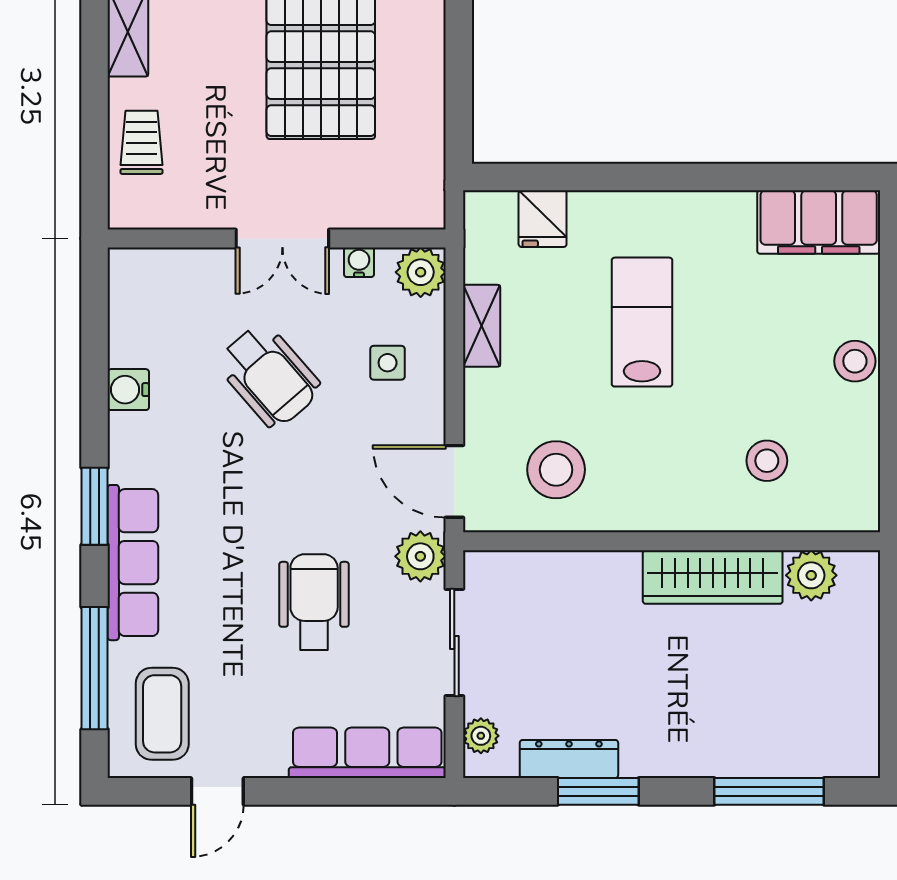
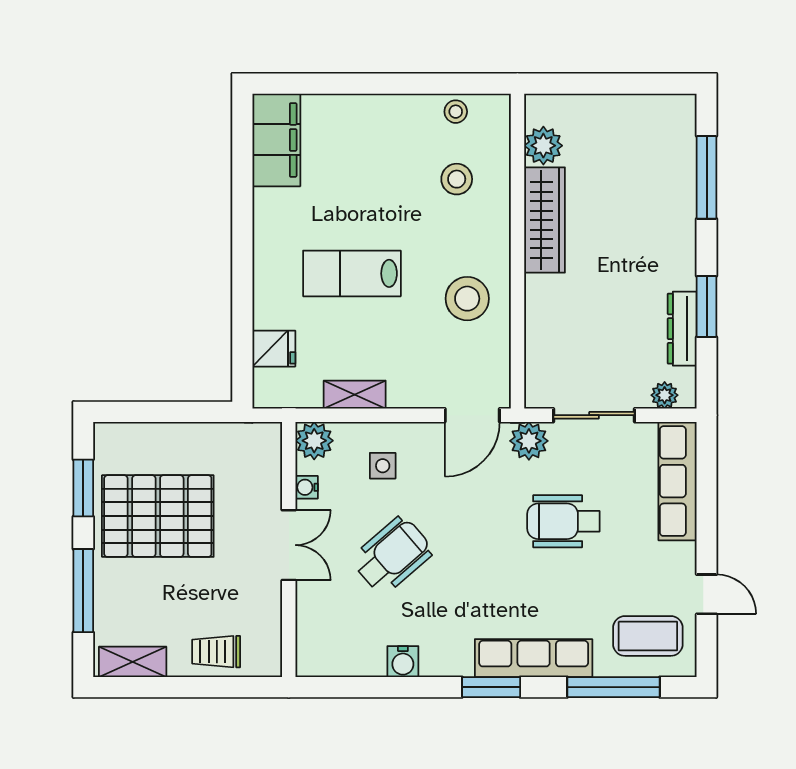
stool: (855, 361) -> (456, 112), moved, width x0.73, depth x0.73
stool: (556, 470) -> (467, 299), moved

